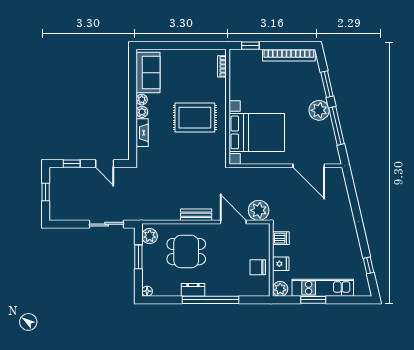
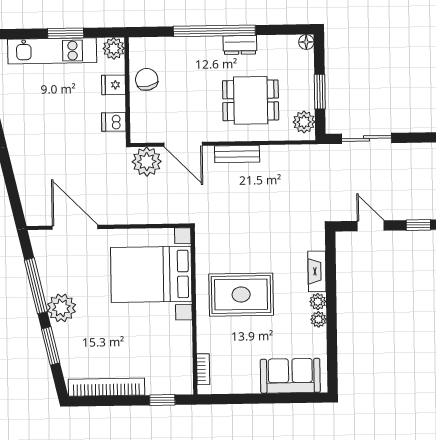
sofa: (148, 73) -> (290, 376), moved, turned 90
chair: (258, 267) -> (147, 79), turned -102

